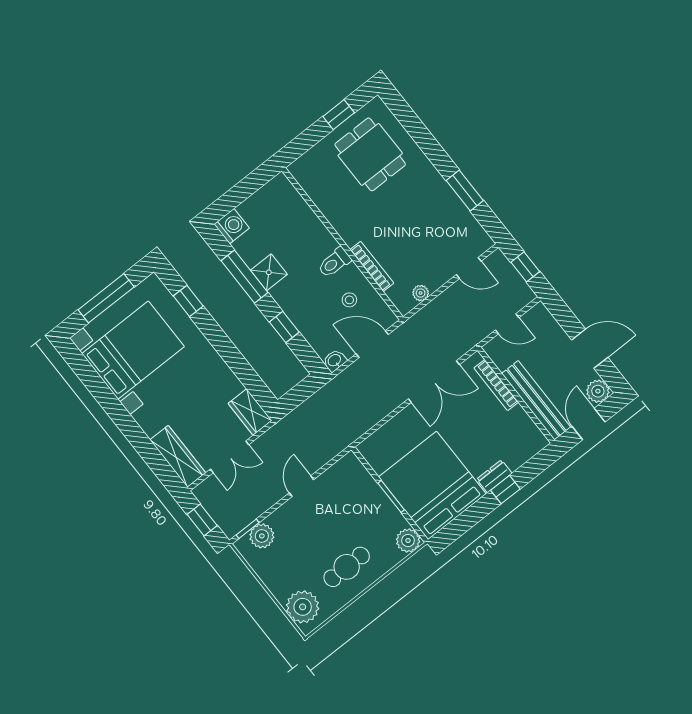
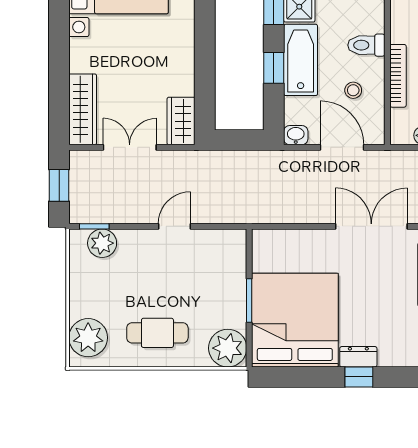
bathtub: (298, 307) -> (301, 60), added
double door: (434, 382) -> (371, 226), swing flipped
double door: (229, 457) -> (130, 147), swing flipped
plant: (408, 541) -> (228, 348), width x1.36, depth x1.36

